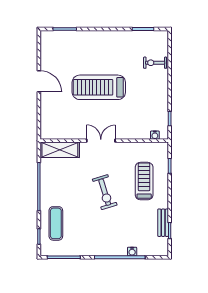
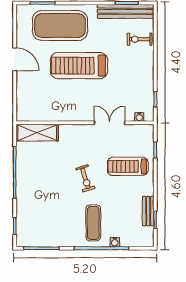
bench: (142, 37) -> (126, 11), added
exercise mat: (81, 50) -> (60, 26), added
double door: (101, 141) -> (110, 123), moved
treadmill: (144, 181) -> (128, 166), turned -90
exercise bike: (105, 192) -> (85, 178), width x0.73, depth x0.72
exercise mat: (56, 223) -> (93, 223), moved

